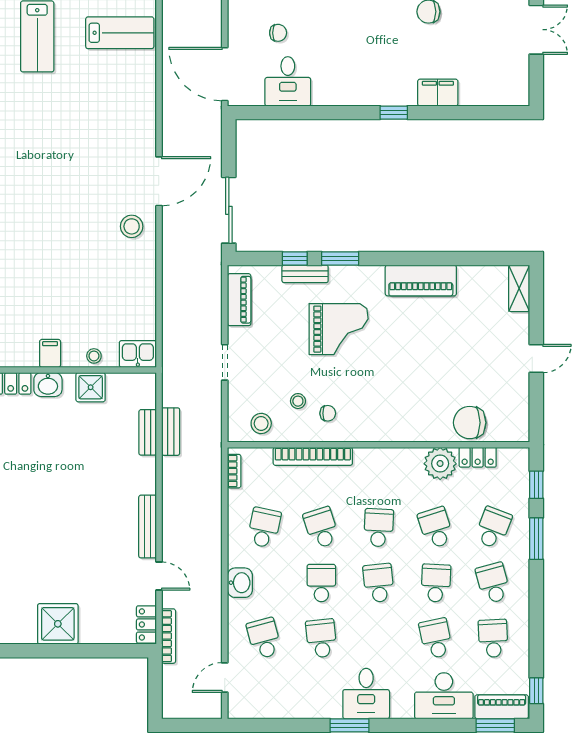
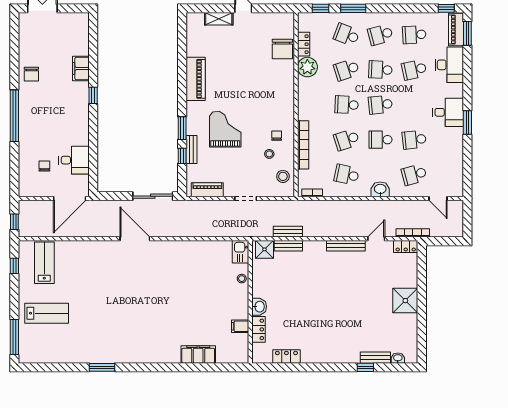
stool: (132, 226) -> (163, 256), removed
shelving: (519, 288) -> (219, 19), moved
filing cabinet: (50, 353) -> (240, 326), moved
shower: (91, 387) -> (264, 249), moved

